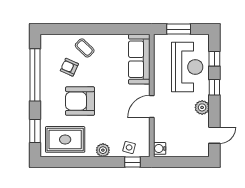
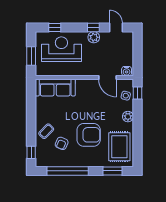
window: (58, 29) -> (31, 152), added
window: (214, 87) -> (93, 27), moved
armchair: (80, 101) -> (89, 135), turned -90
door: (152, 106) -> (107, 78), moved

